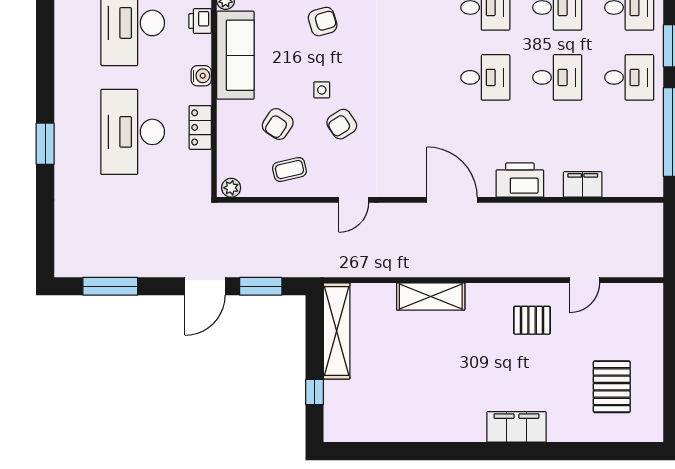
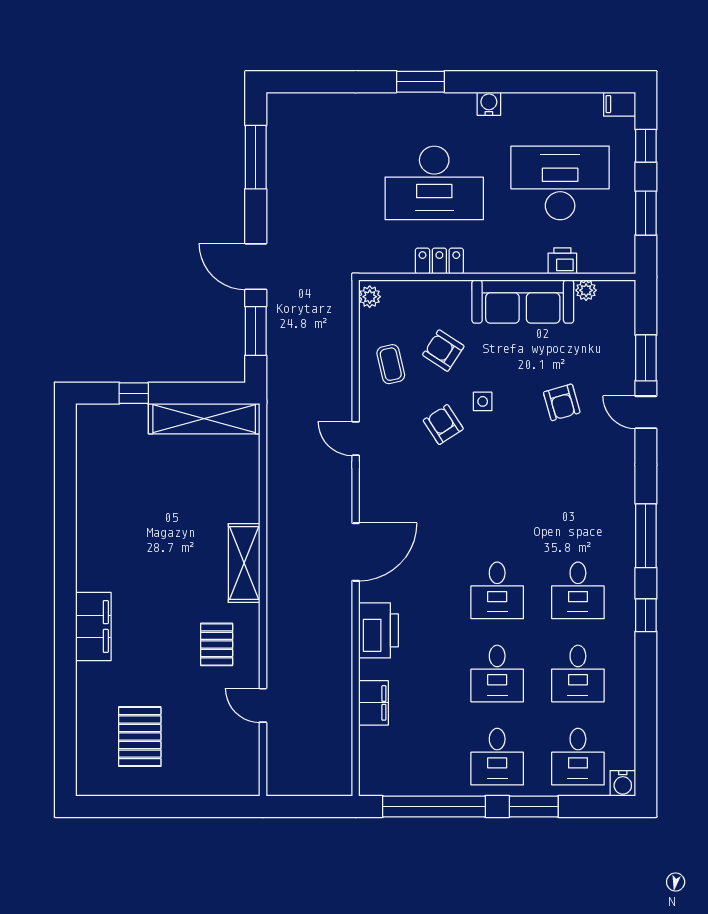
water cooler: (201, 76) -> (489, 104), moved, turned 180
desk: (133, 132) -> (434, 183), turned 180
shelving: (431, 296) -> (244, 563), moved
pallet: (612, 387) -> (140, 737), turned 90

